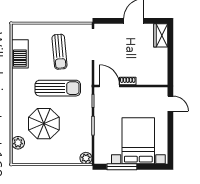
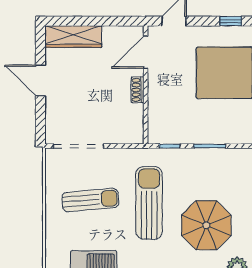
wardrobe: (161, 35) -> (73, 37), width x1.50
door: (109, 86) -> (146, 52), moved
window: (170, 139) -> (231, 21), added

